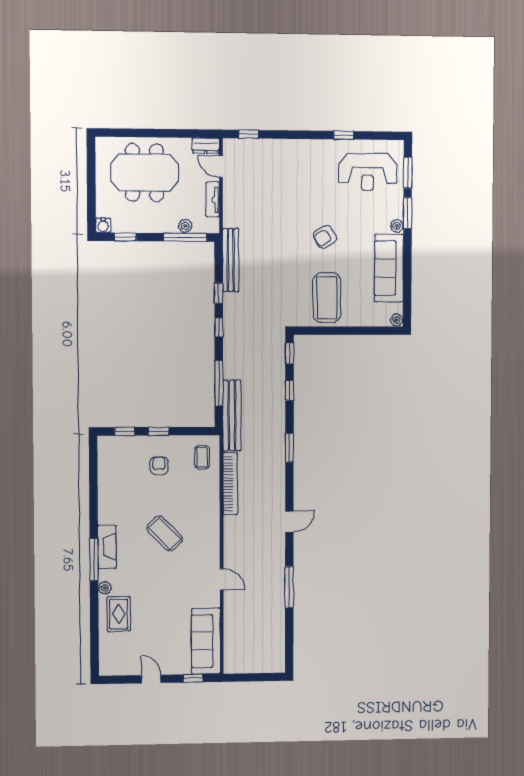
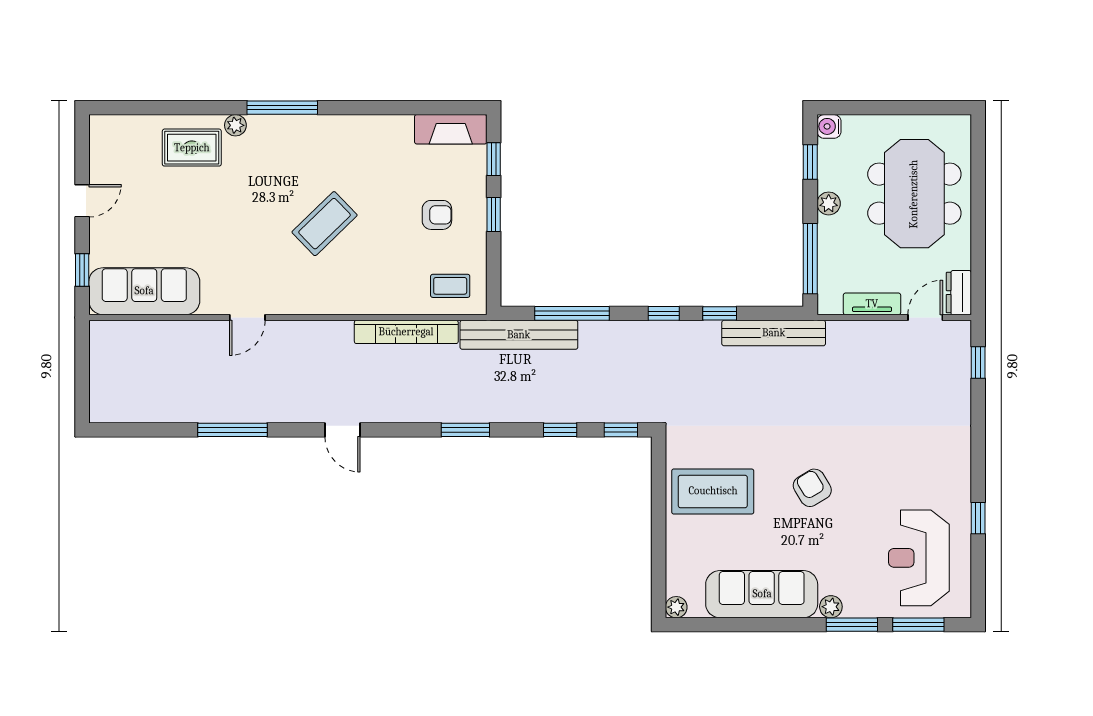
plant: (185, 226) -> (829, 203), moved
fireplace: (107, 547) -> (451, 129), moved

